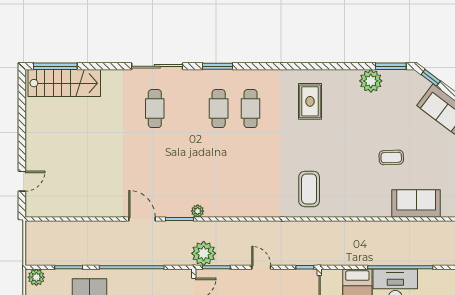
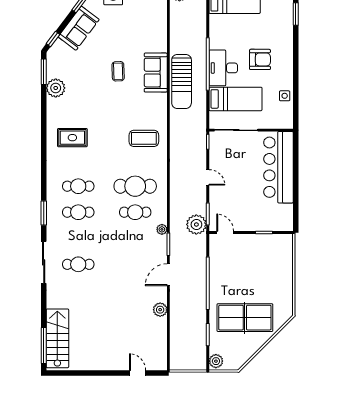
cafe table: (219, 178) -> (135, 212), added
cafe table: (251, 178) -> (135, 186), added
sofa: (416, 203) -> (156, 73), moved
plant: (99, 209) -> (160, 310), added
sun lounger: (379, 235) -> (182, 81), added
door: (261, 267) -> (208, 177), swing flipped

